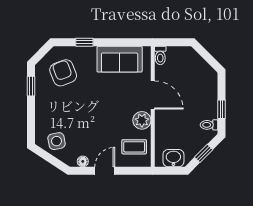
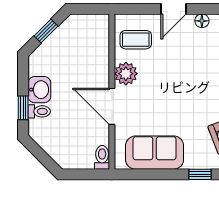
window: (222, 109) -> (23, 108), moved
toilet: (209, 125) -> (39, 111), moved
washbasin: (173, 158) -> (39, 90), moved, turned -90

